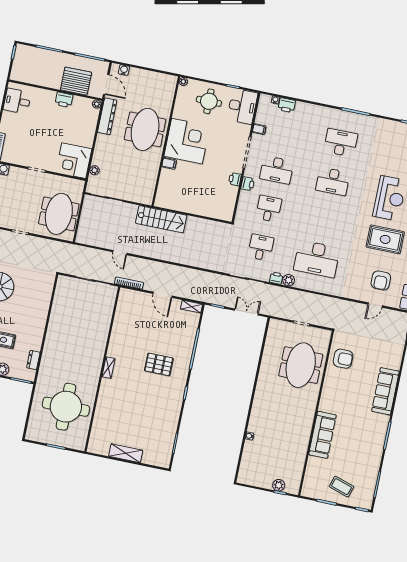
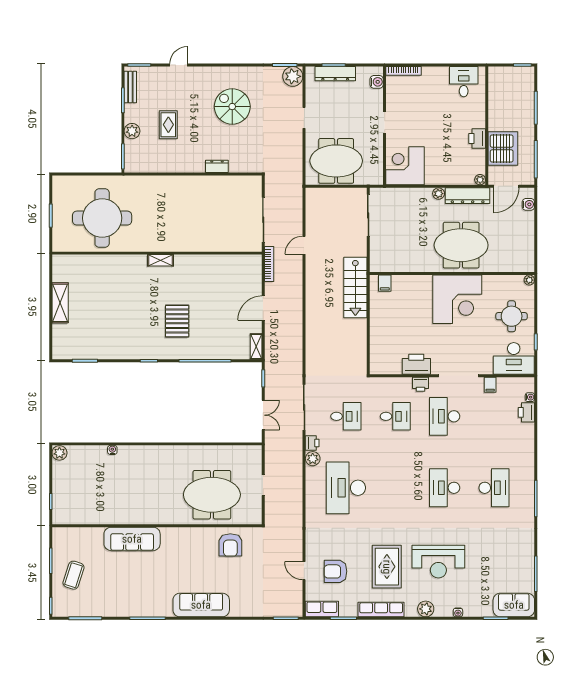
filing cabinet: (169, 163) -> (385, 283), moved
plant: (94, 170) -> (439, 194), moved
printer: (235, 179) -> (416, 364), width x1.87, depth x1.48
dresser: (33, 360) -> (217, 166), moved
plant: (279, 485) -> (59, 453), moved

